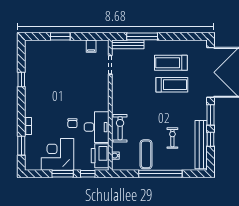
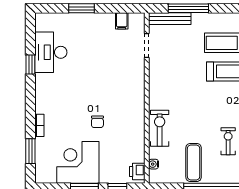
desk: (97, 127) -> (51, 52), moved, turned 180
printer: (100, 156) -> (137, 172), width x0.53, depth x0.68

